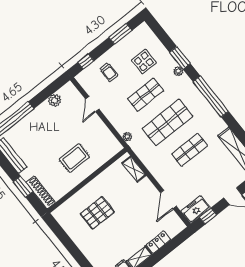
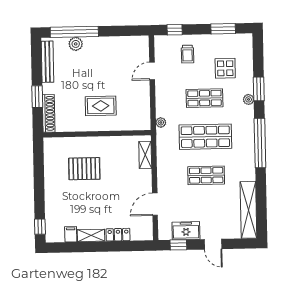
plant: (55, 100) -> (76, 44), moved
freezer: (196, 210) -> (186, 231), moved

